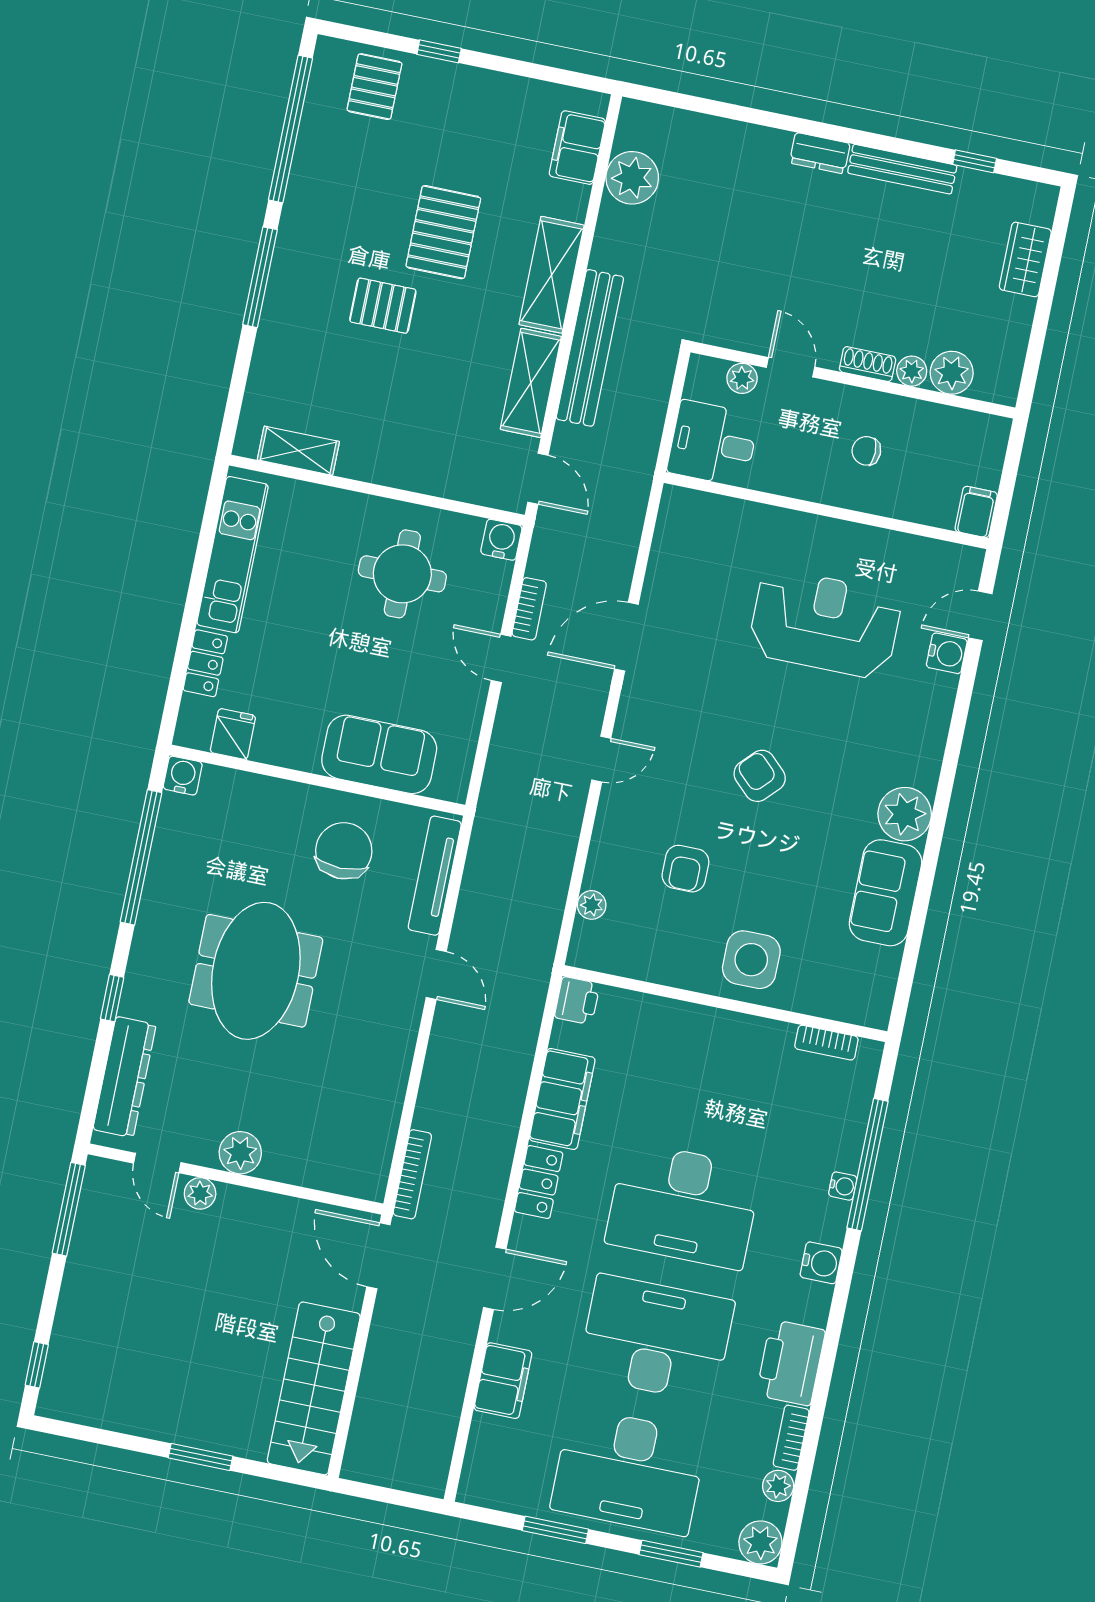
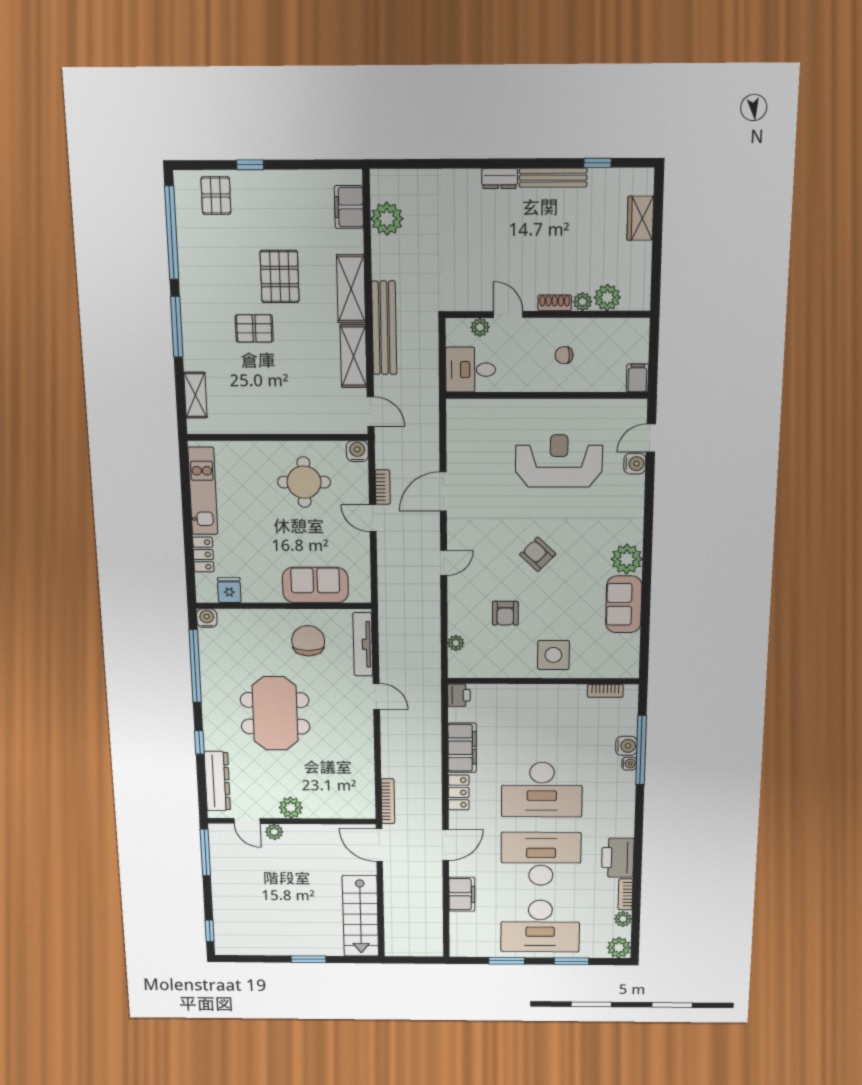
shelving: (298, 451) -> (195, 395), moved, turned 90
water cooler: (821, 1263) -> (626, 746), moved

